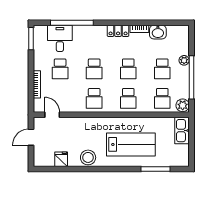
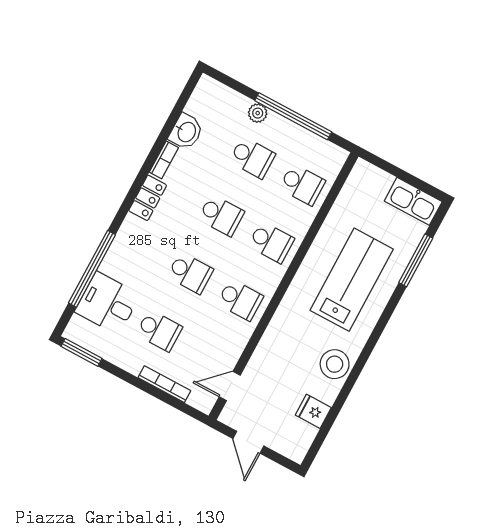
plant: (183, 105) -> (332, 157), removed
kitchen sink: (182, 131) -> (413, 201), moved

